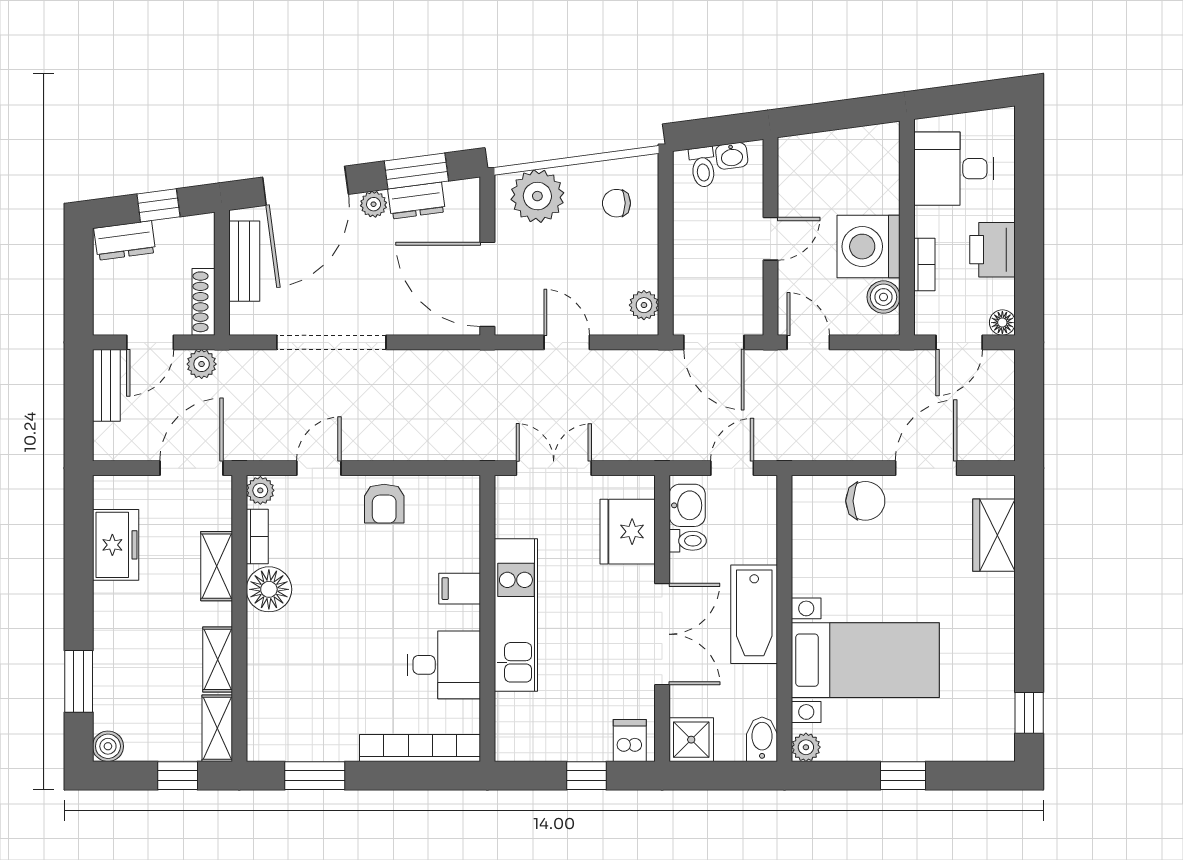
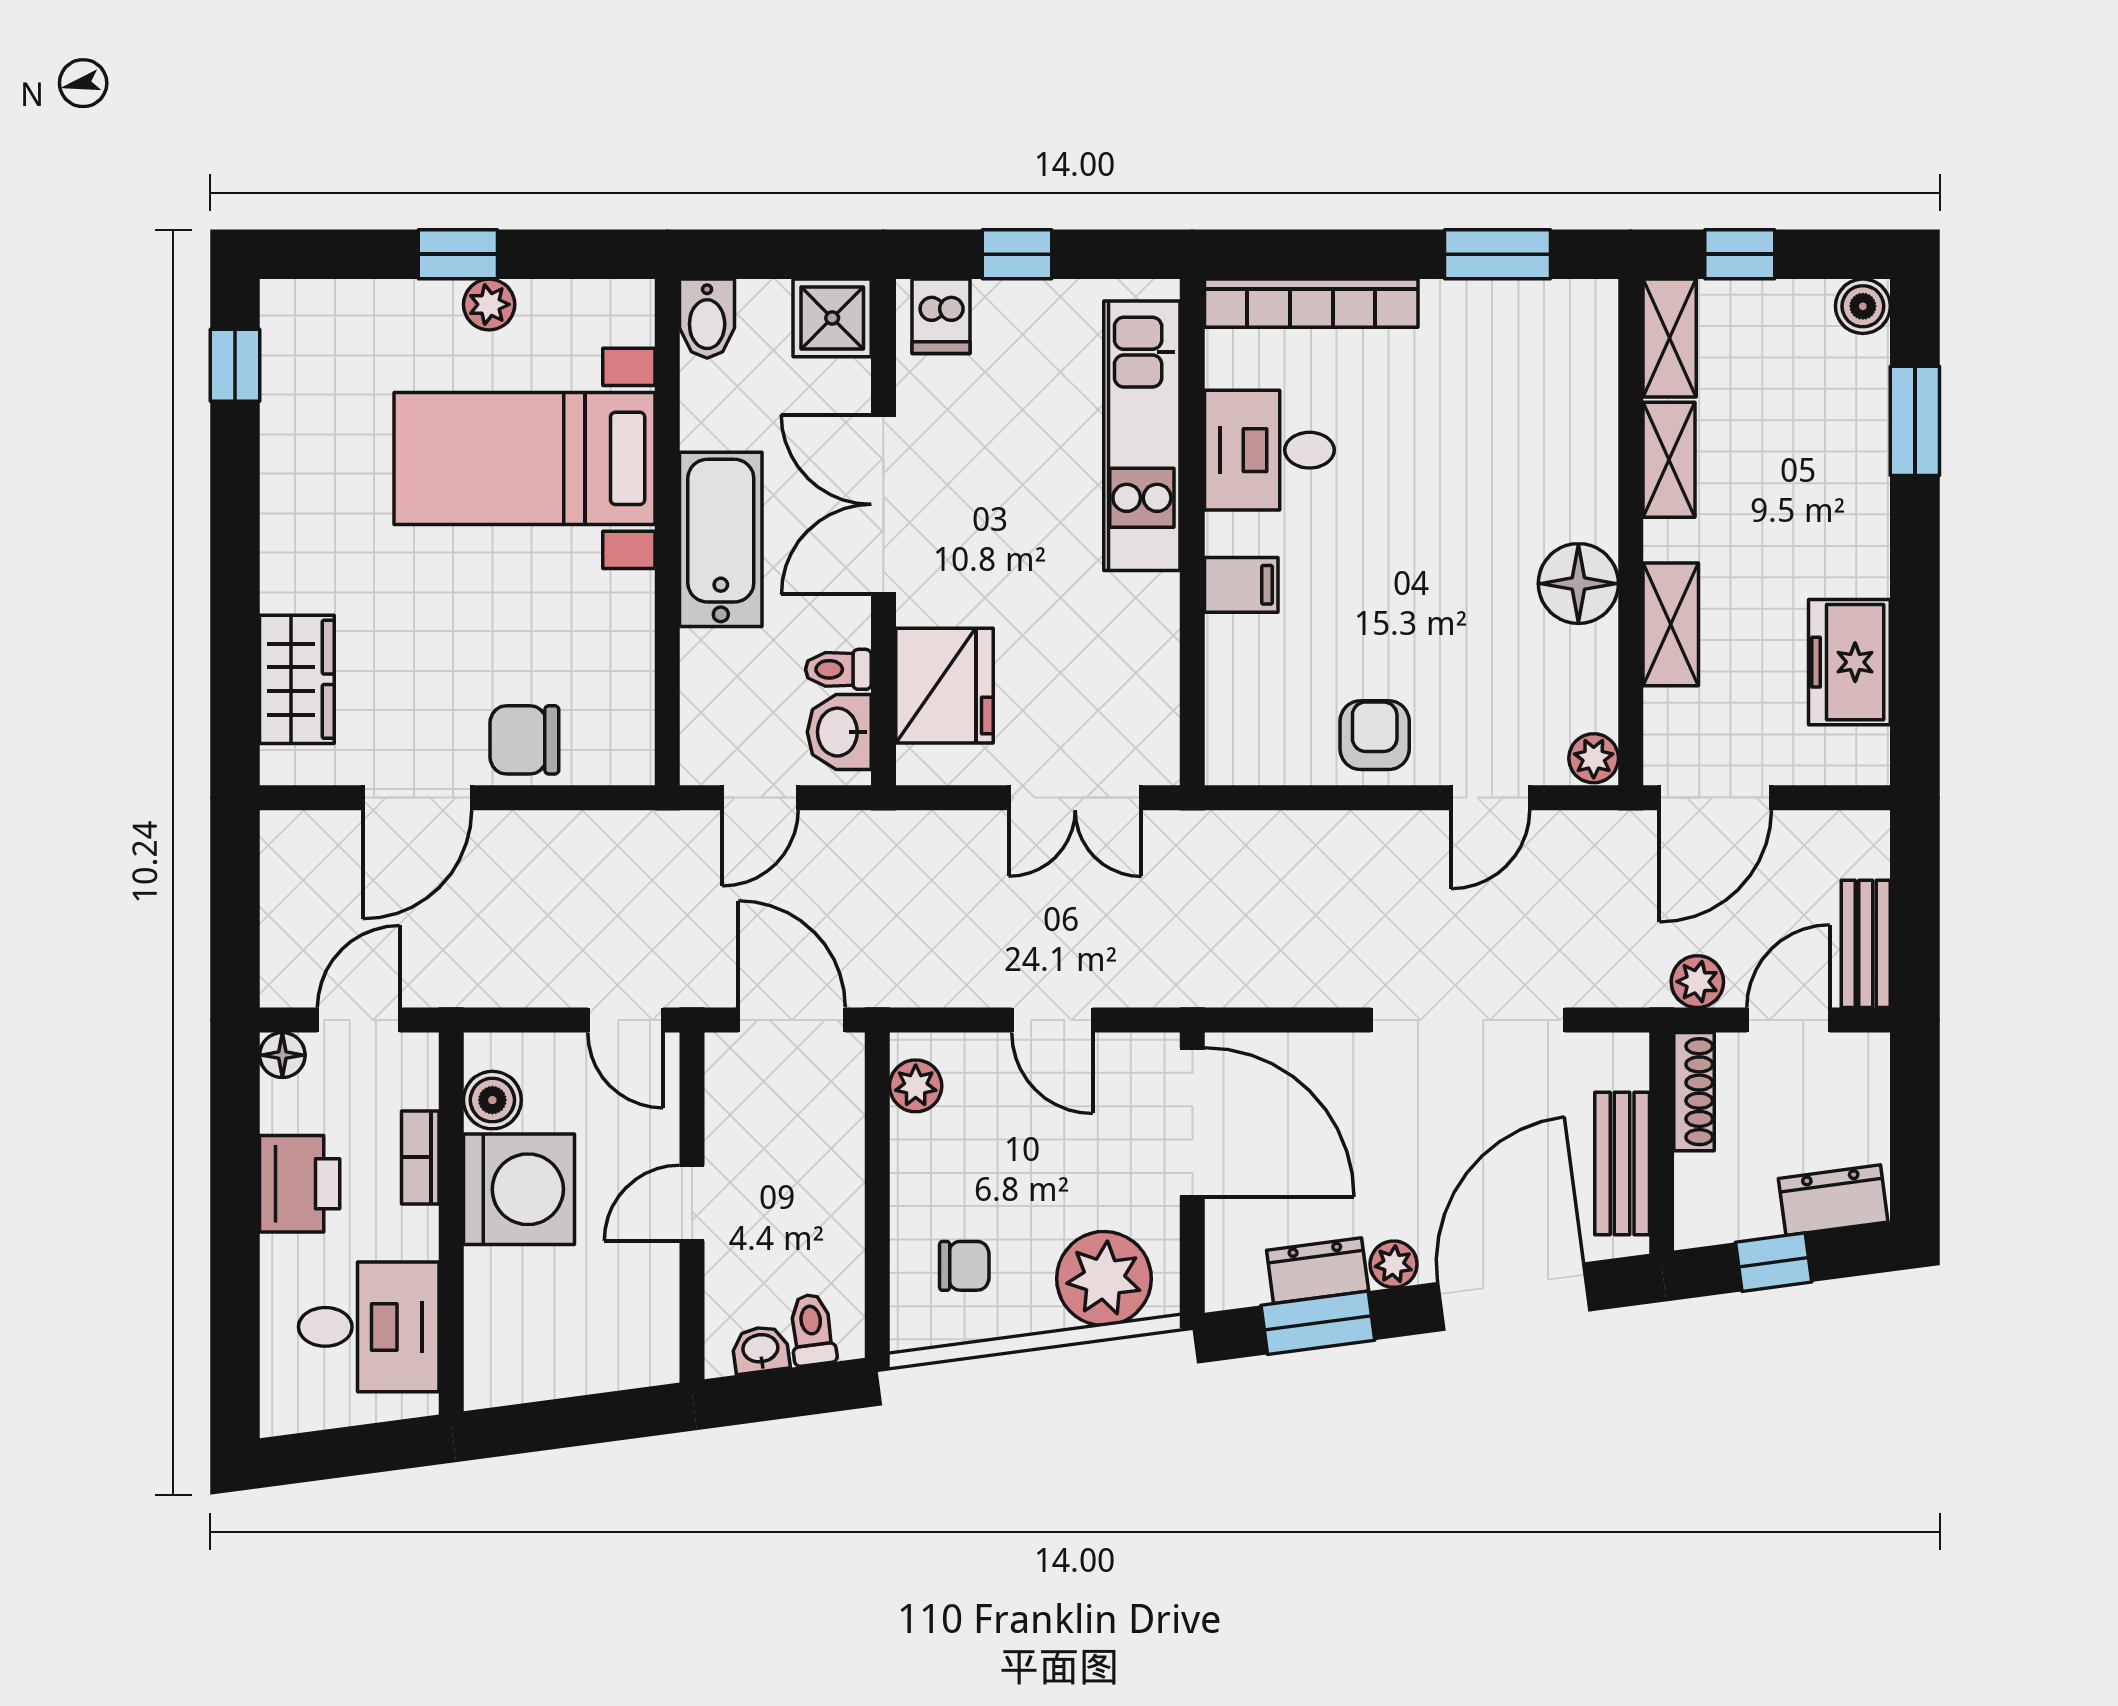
bookcase: (257, 536) -> (1599, 677), removed
kitchen unit: (516, 615) -> (1142, 436), moved
plant: (806, 747) -> (489, 304), moved

